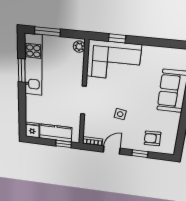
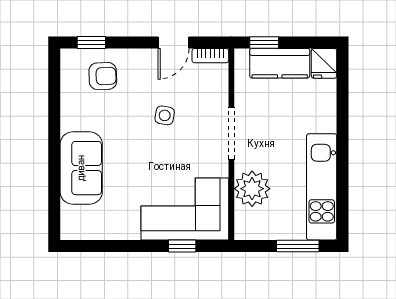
plant: (79, 47) -> (252, 189), moved, width x1.87, depth x1.87
window: (22, 71) -> (343, 175), removed
window: (140, 154) -> (91, 42), moved

